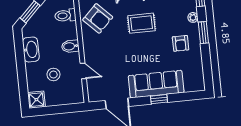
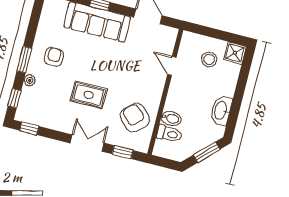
bidet: (70, 46) -> (171, 118), moved
stool: (53, 74) -> (209, 59), moved

